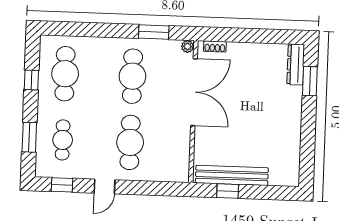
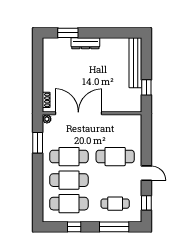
dresser: (296, 65) -> (85, 43), moved
cafe table: (99, 75) -> (69, 180), added
window: (29, 137) -> (114, 227), width x1.44
bench: (232, 175) -> (135, 63), moved

